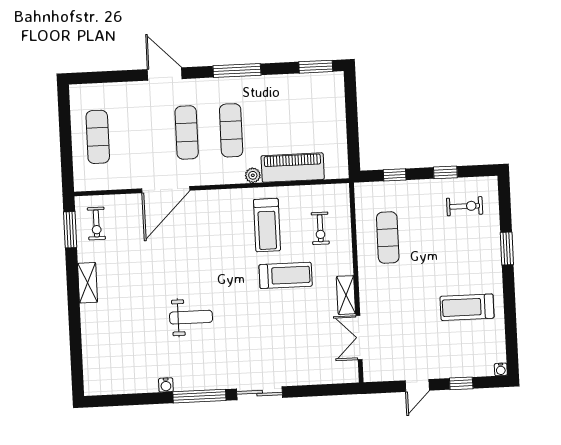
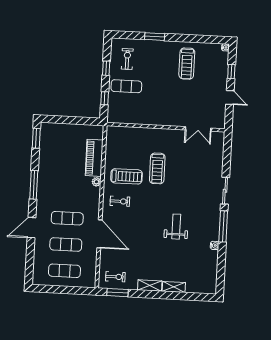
exercise mat: (231, 130) -> (66, 244), moved
exercise bike: (320, 228) -> (120, 201), moved
exercise mat: (388, 238) -> (126, 86), moved
treadmill: (286, 275) -> (157, 168), turned 180
shelving: (346, 295) -> (174, 287), moved

